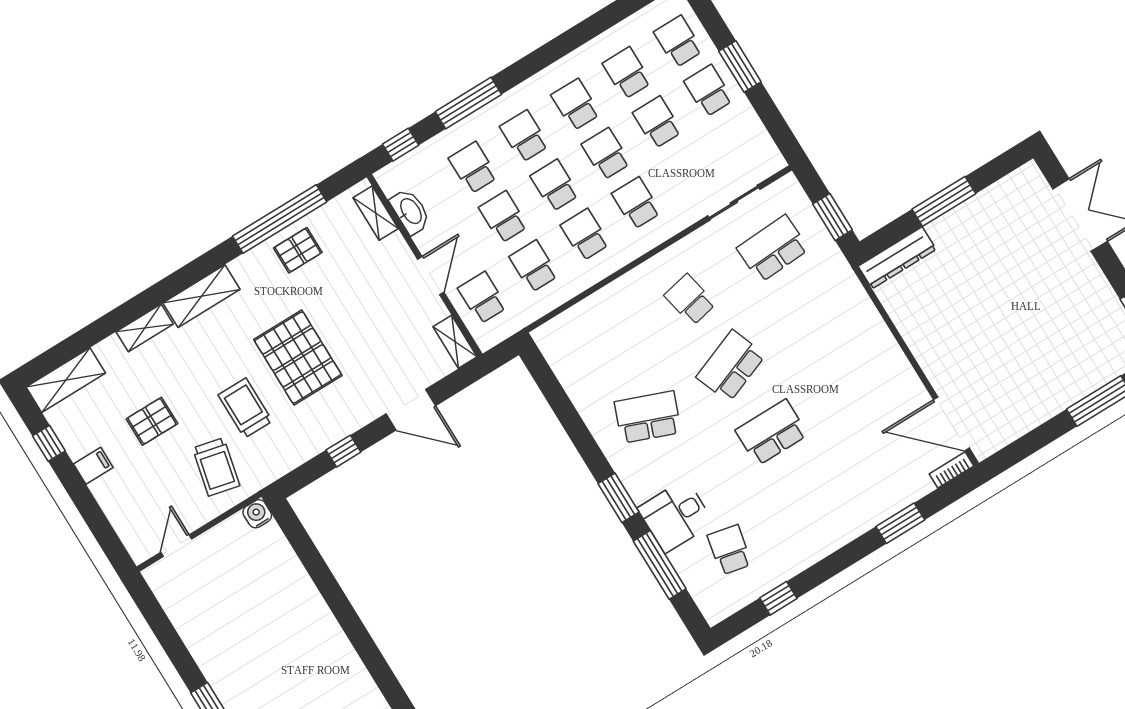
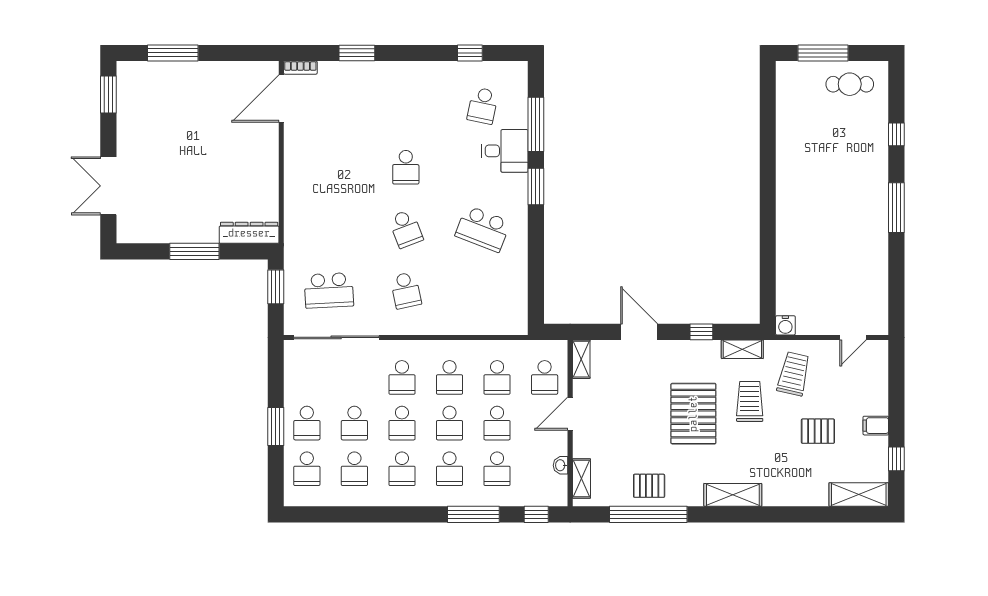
sliding door: (734, 203) -> (336, 337), width x1.86
washbasin: (410, 211) -> (561, 465), width x0.52, depth x0.69
shelving: (145, 328) -> (742, 349), moved
school desk: (731, 366) -> (406, 229), width x0.54
trolley: (245, 408) -> (750, 401), turned 180
door: (952, 424) -> (281, 98), swing flipped
school desk: (772, 432) -> (406, 167), width x0.54

